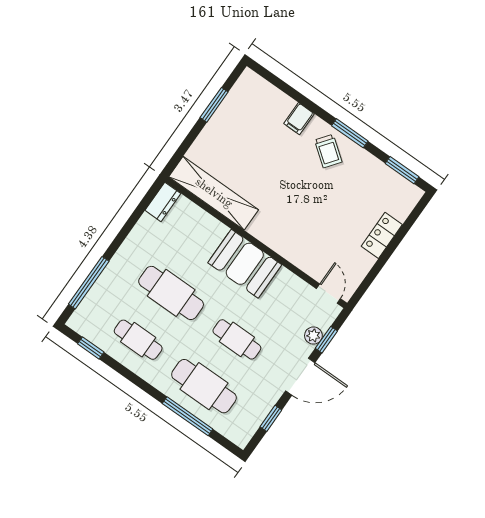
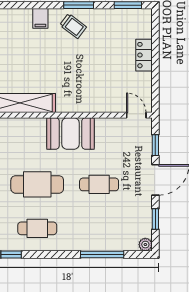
plant: (313, 336) -> (145, 245), moved
cafe table: (204, 386) -> (99, 228), removed

